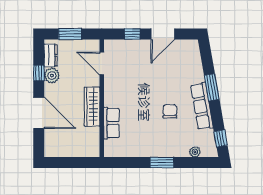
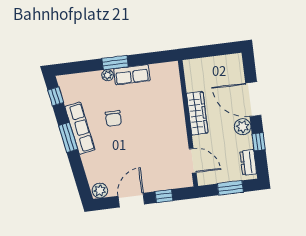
plant: (191, 46) -> (100, 191), added
plant: (52, 75) -> (243, 127), moved
window: (212, 87) -> (68, 137), moved
row of seats: (111, 123) -> (132, 75), moved, turned -90
plant: (195, 152) -> (108, 75), moved

